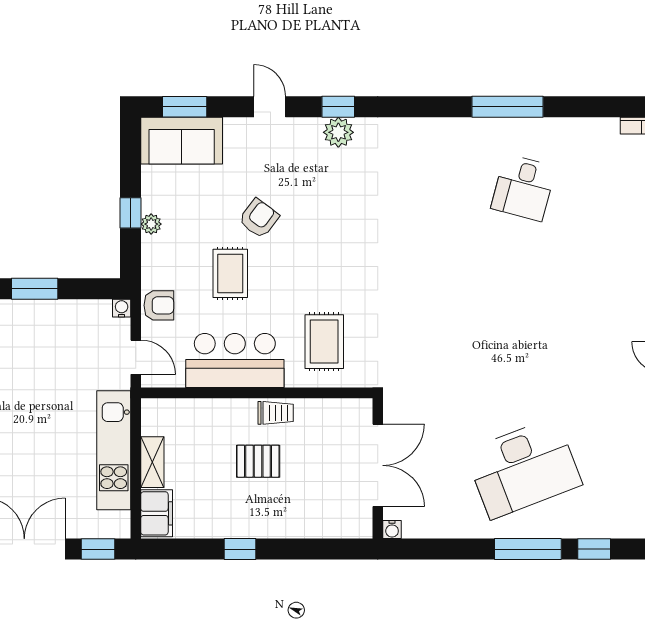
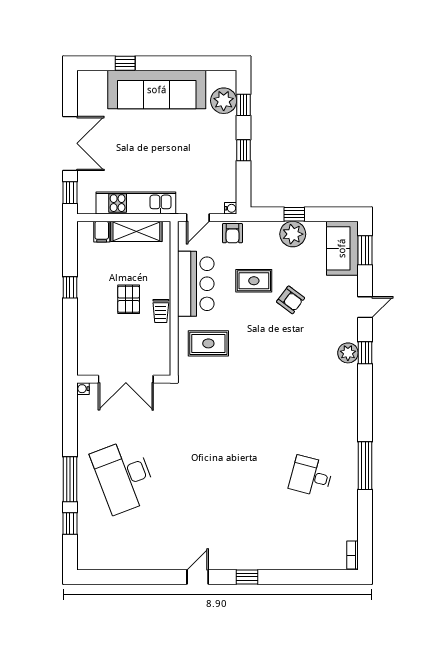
plant: (151, 224) -> (293, 234), width x1.88, depth x1.88
window: (35, 289) -> (244, 150), width x0.67
shelving: (152, 462) -> (136, 231), width x1.50, depth x1.33
filing cabinet: (157, 513) -> (102, 232), width x0.50

